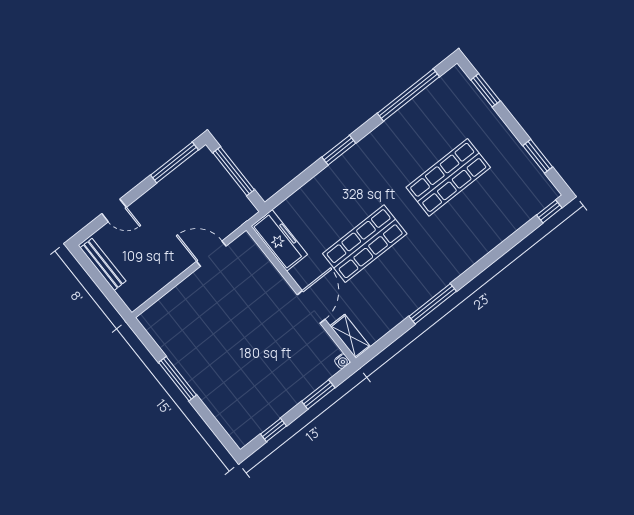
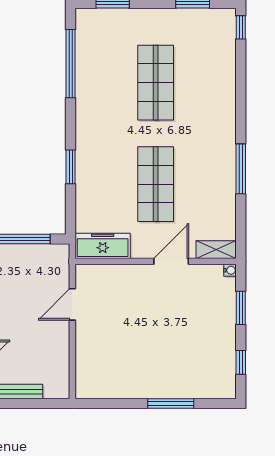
window: (339, 150) -> (71, 167), moved
door: (311, 307) -> (171, 261), hinge flipped
window: (178, 379) -> (171, 404), moved

